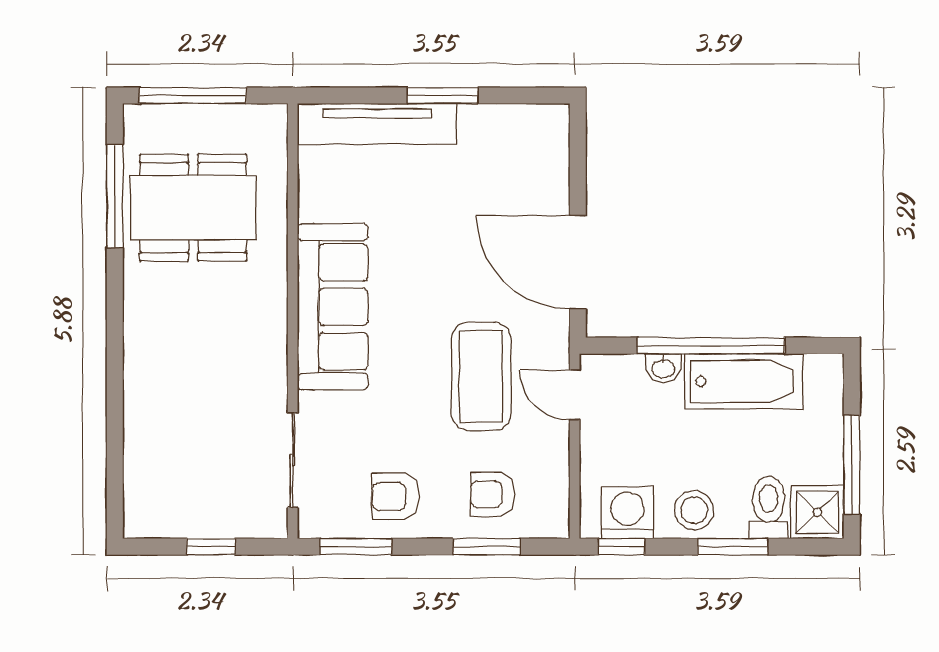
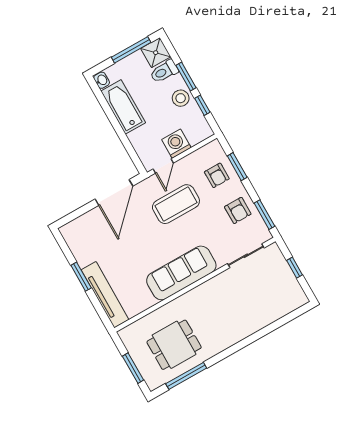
window: (193, 96) -> (133, 368), width x0.69
dining table: (193, 208) -> (174, 345), width x0.73
window: (711, 346) -> (117, 126), removed
washbasin: (663, 368) -> (102, 80), moved
washing machine: (627, 513) -> (176, 144), moved, turned 90
window: (621, 547) -> (202, 105), moved

